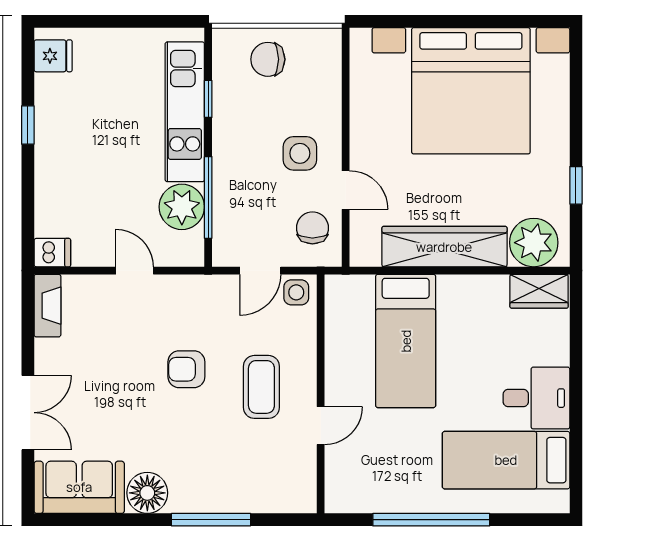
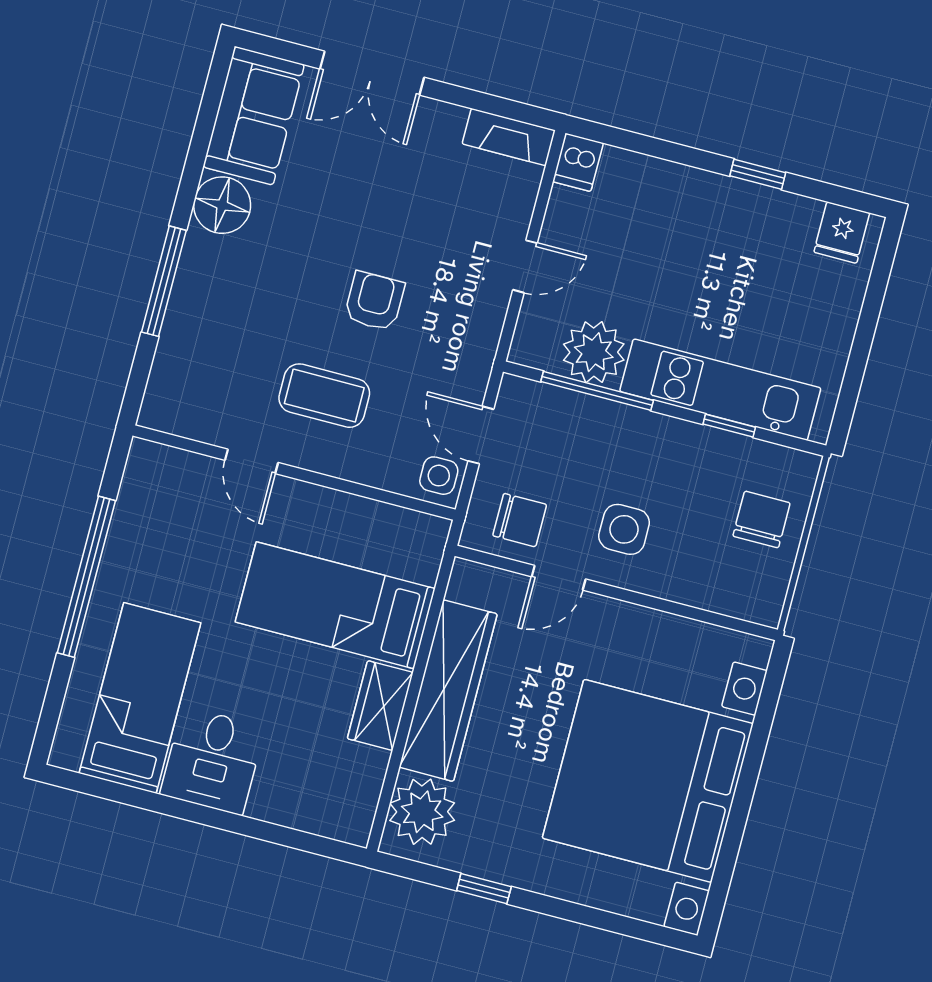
wardrobe: (539, 291) -> (380, 706), moved

